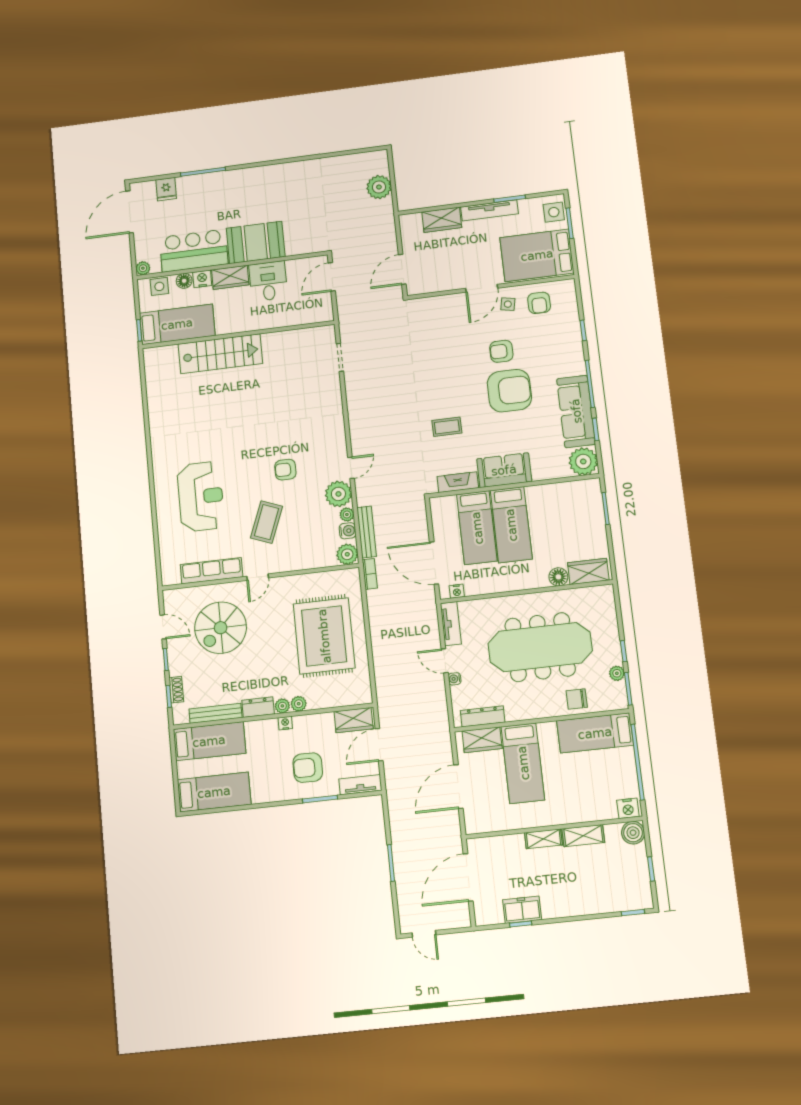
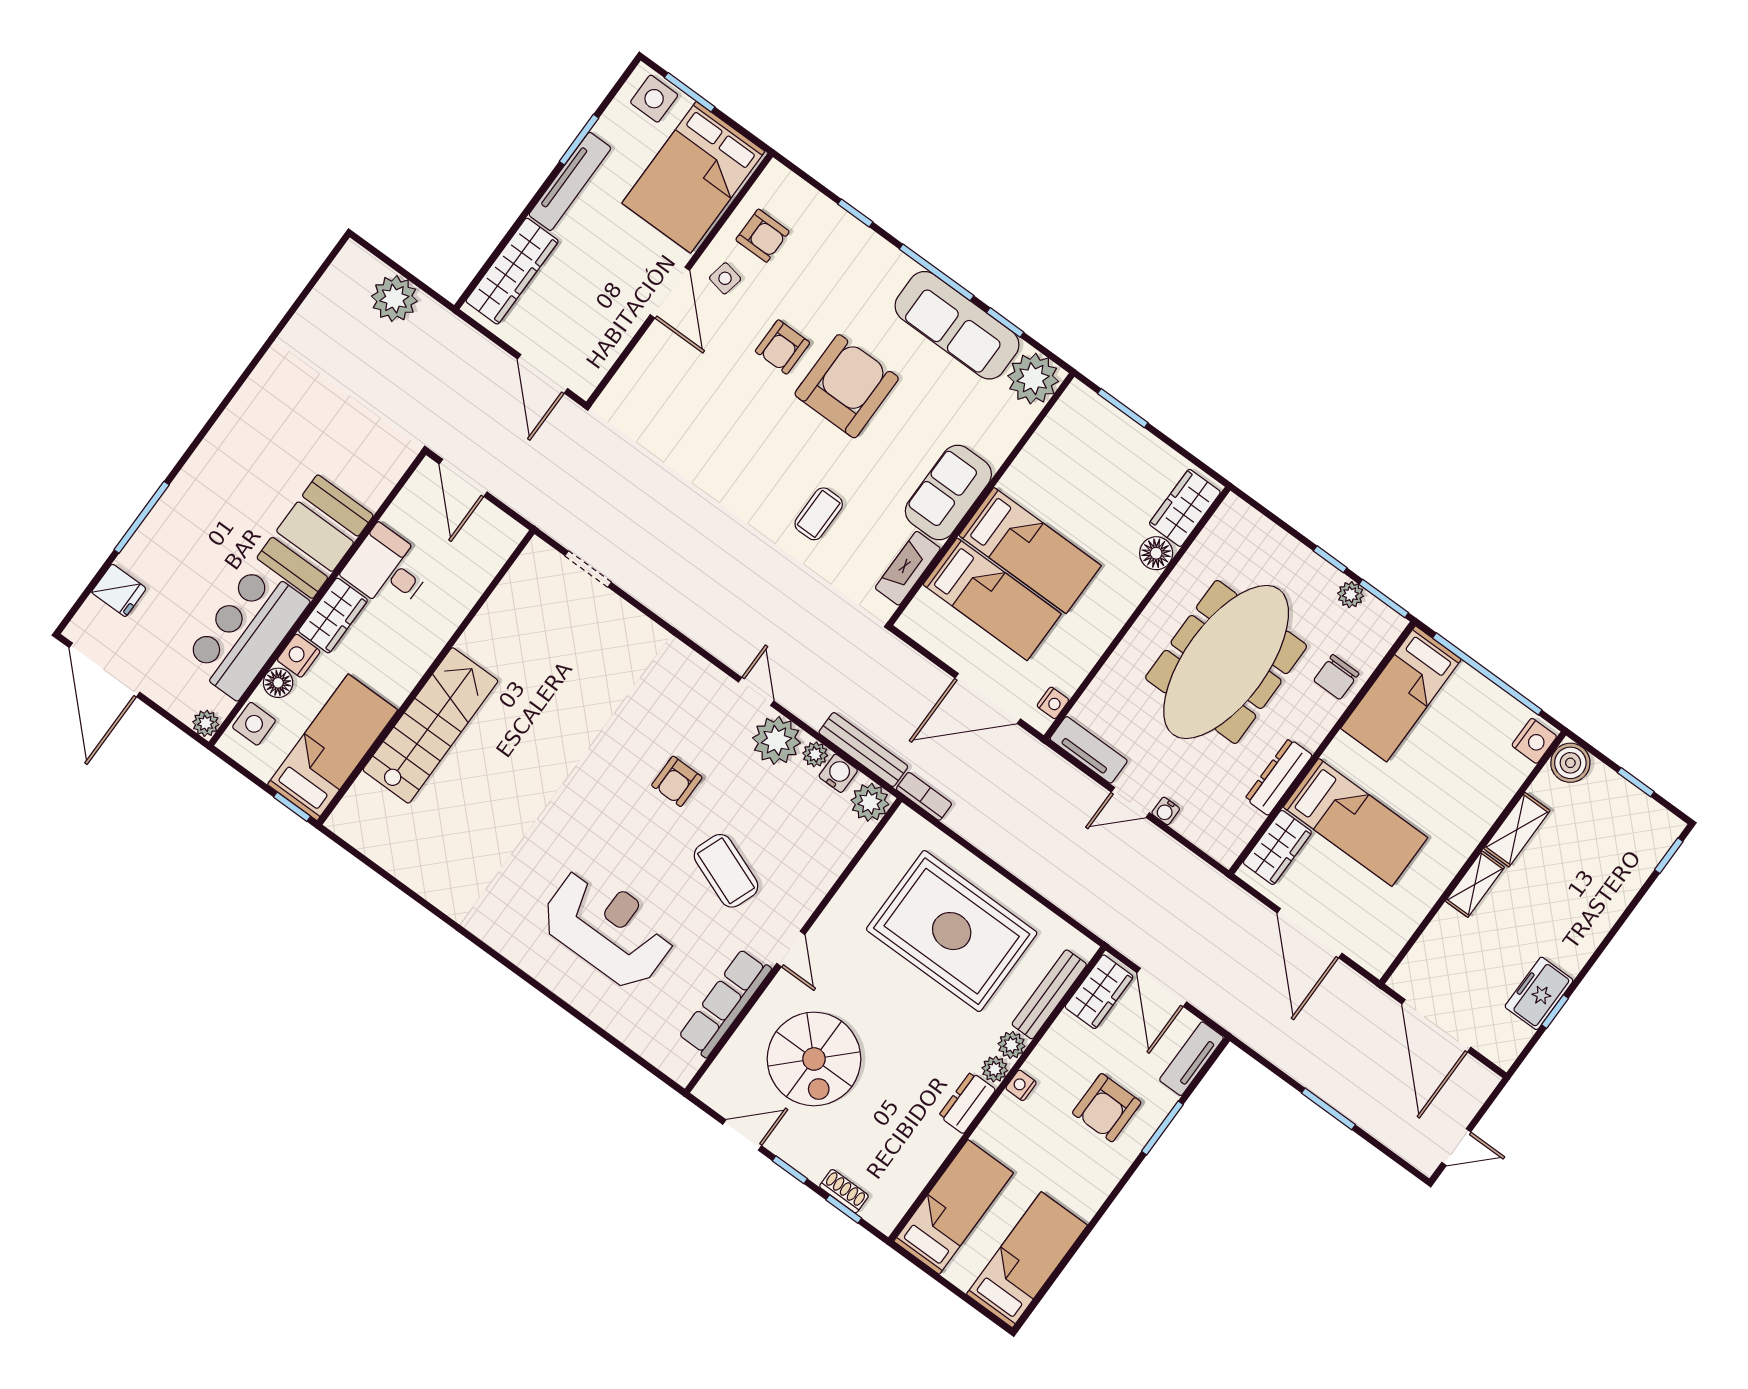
wardrobe: (442, 220) -> (512, 271), width x1.50
bench: (215, 713) -> (1049, 994), moved
dresser: (483, 716) -> (1279, 777), moved

